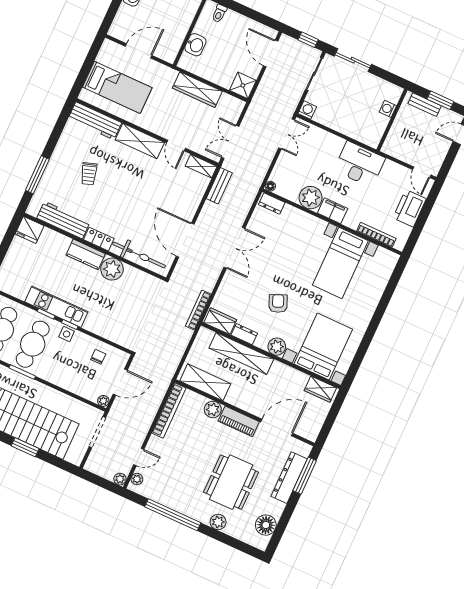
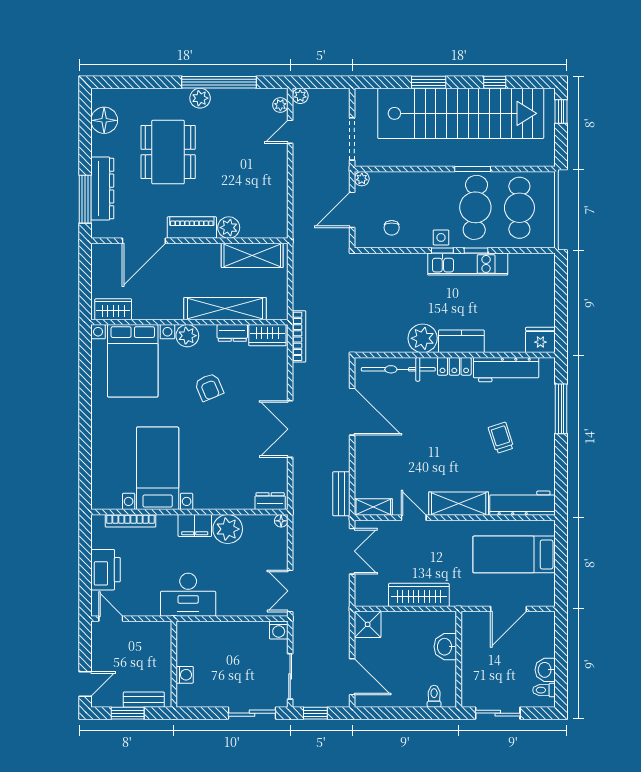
bookcase: (169, 411) -> (280, 203), removed
plant: (218, 522) -> (200, 98), moved

